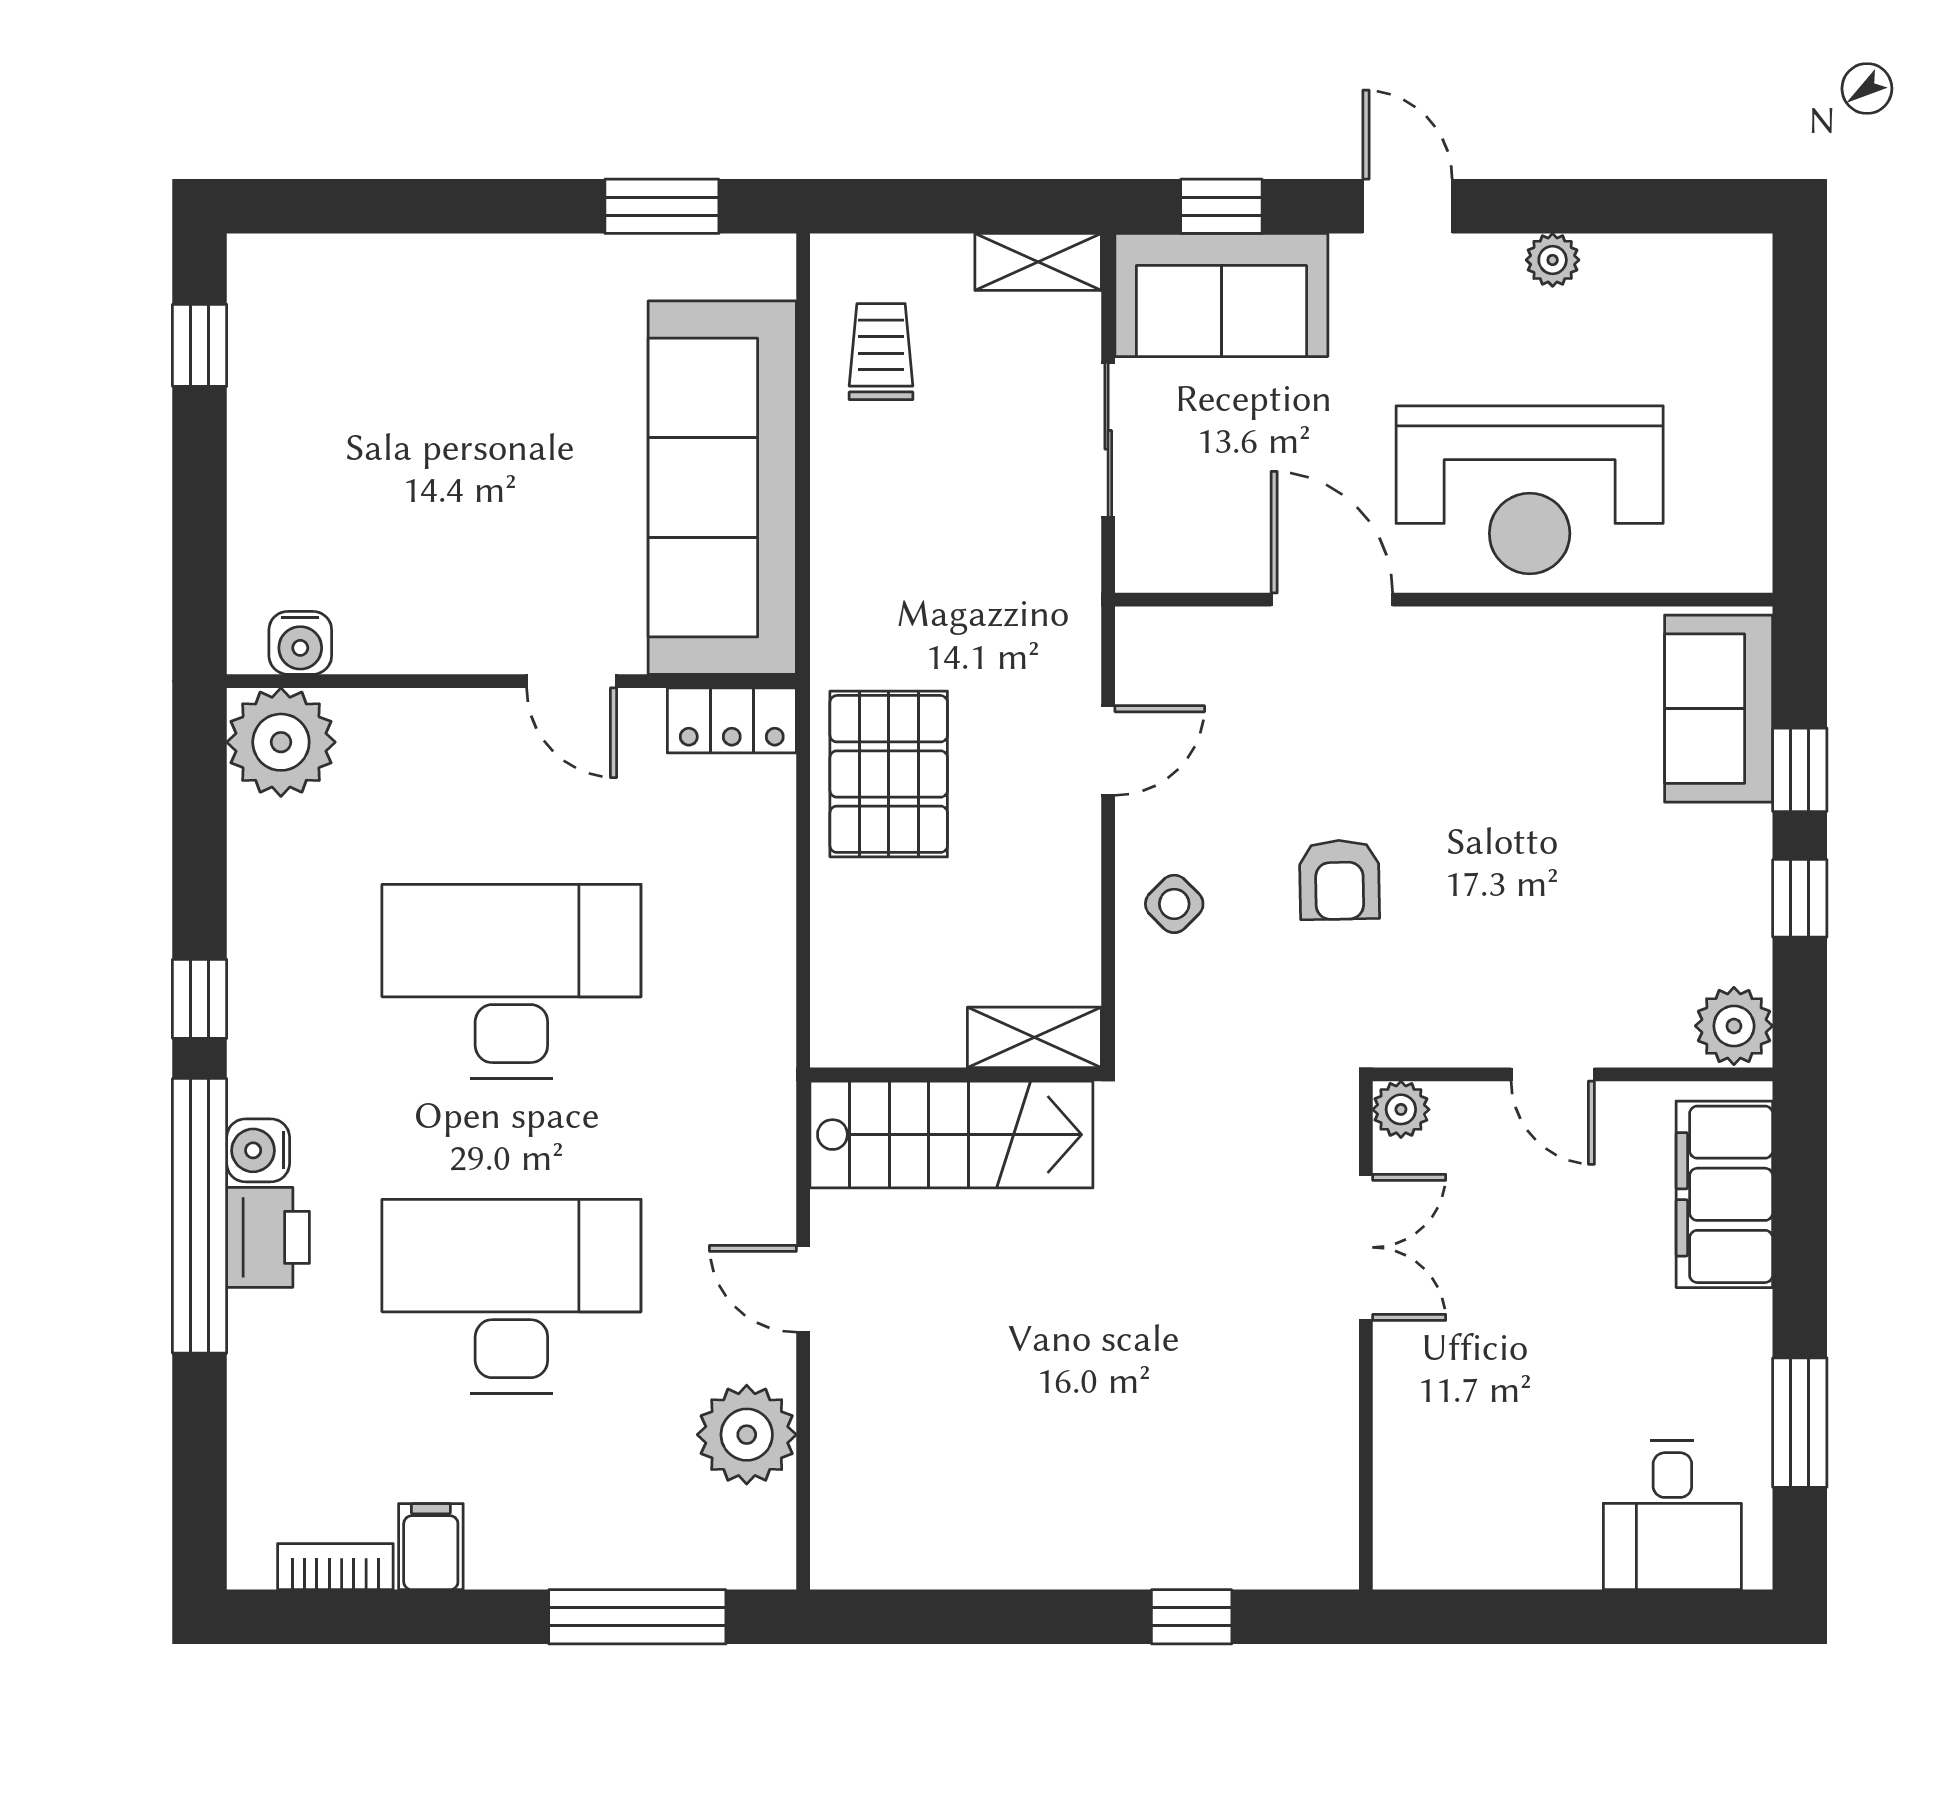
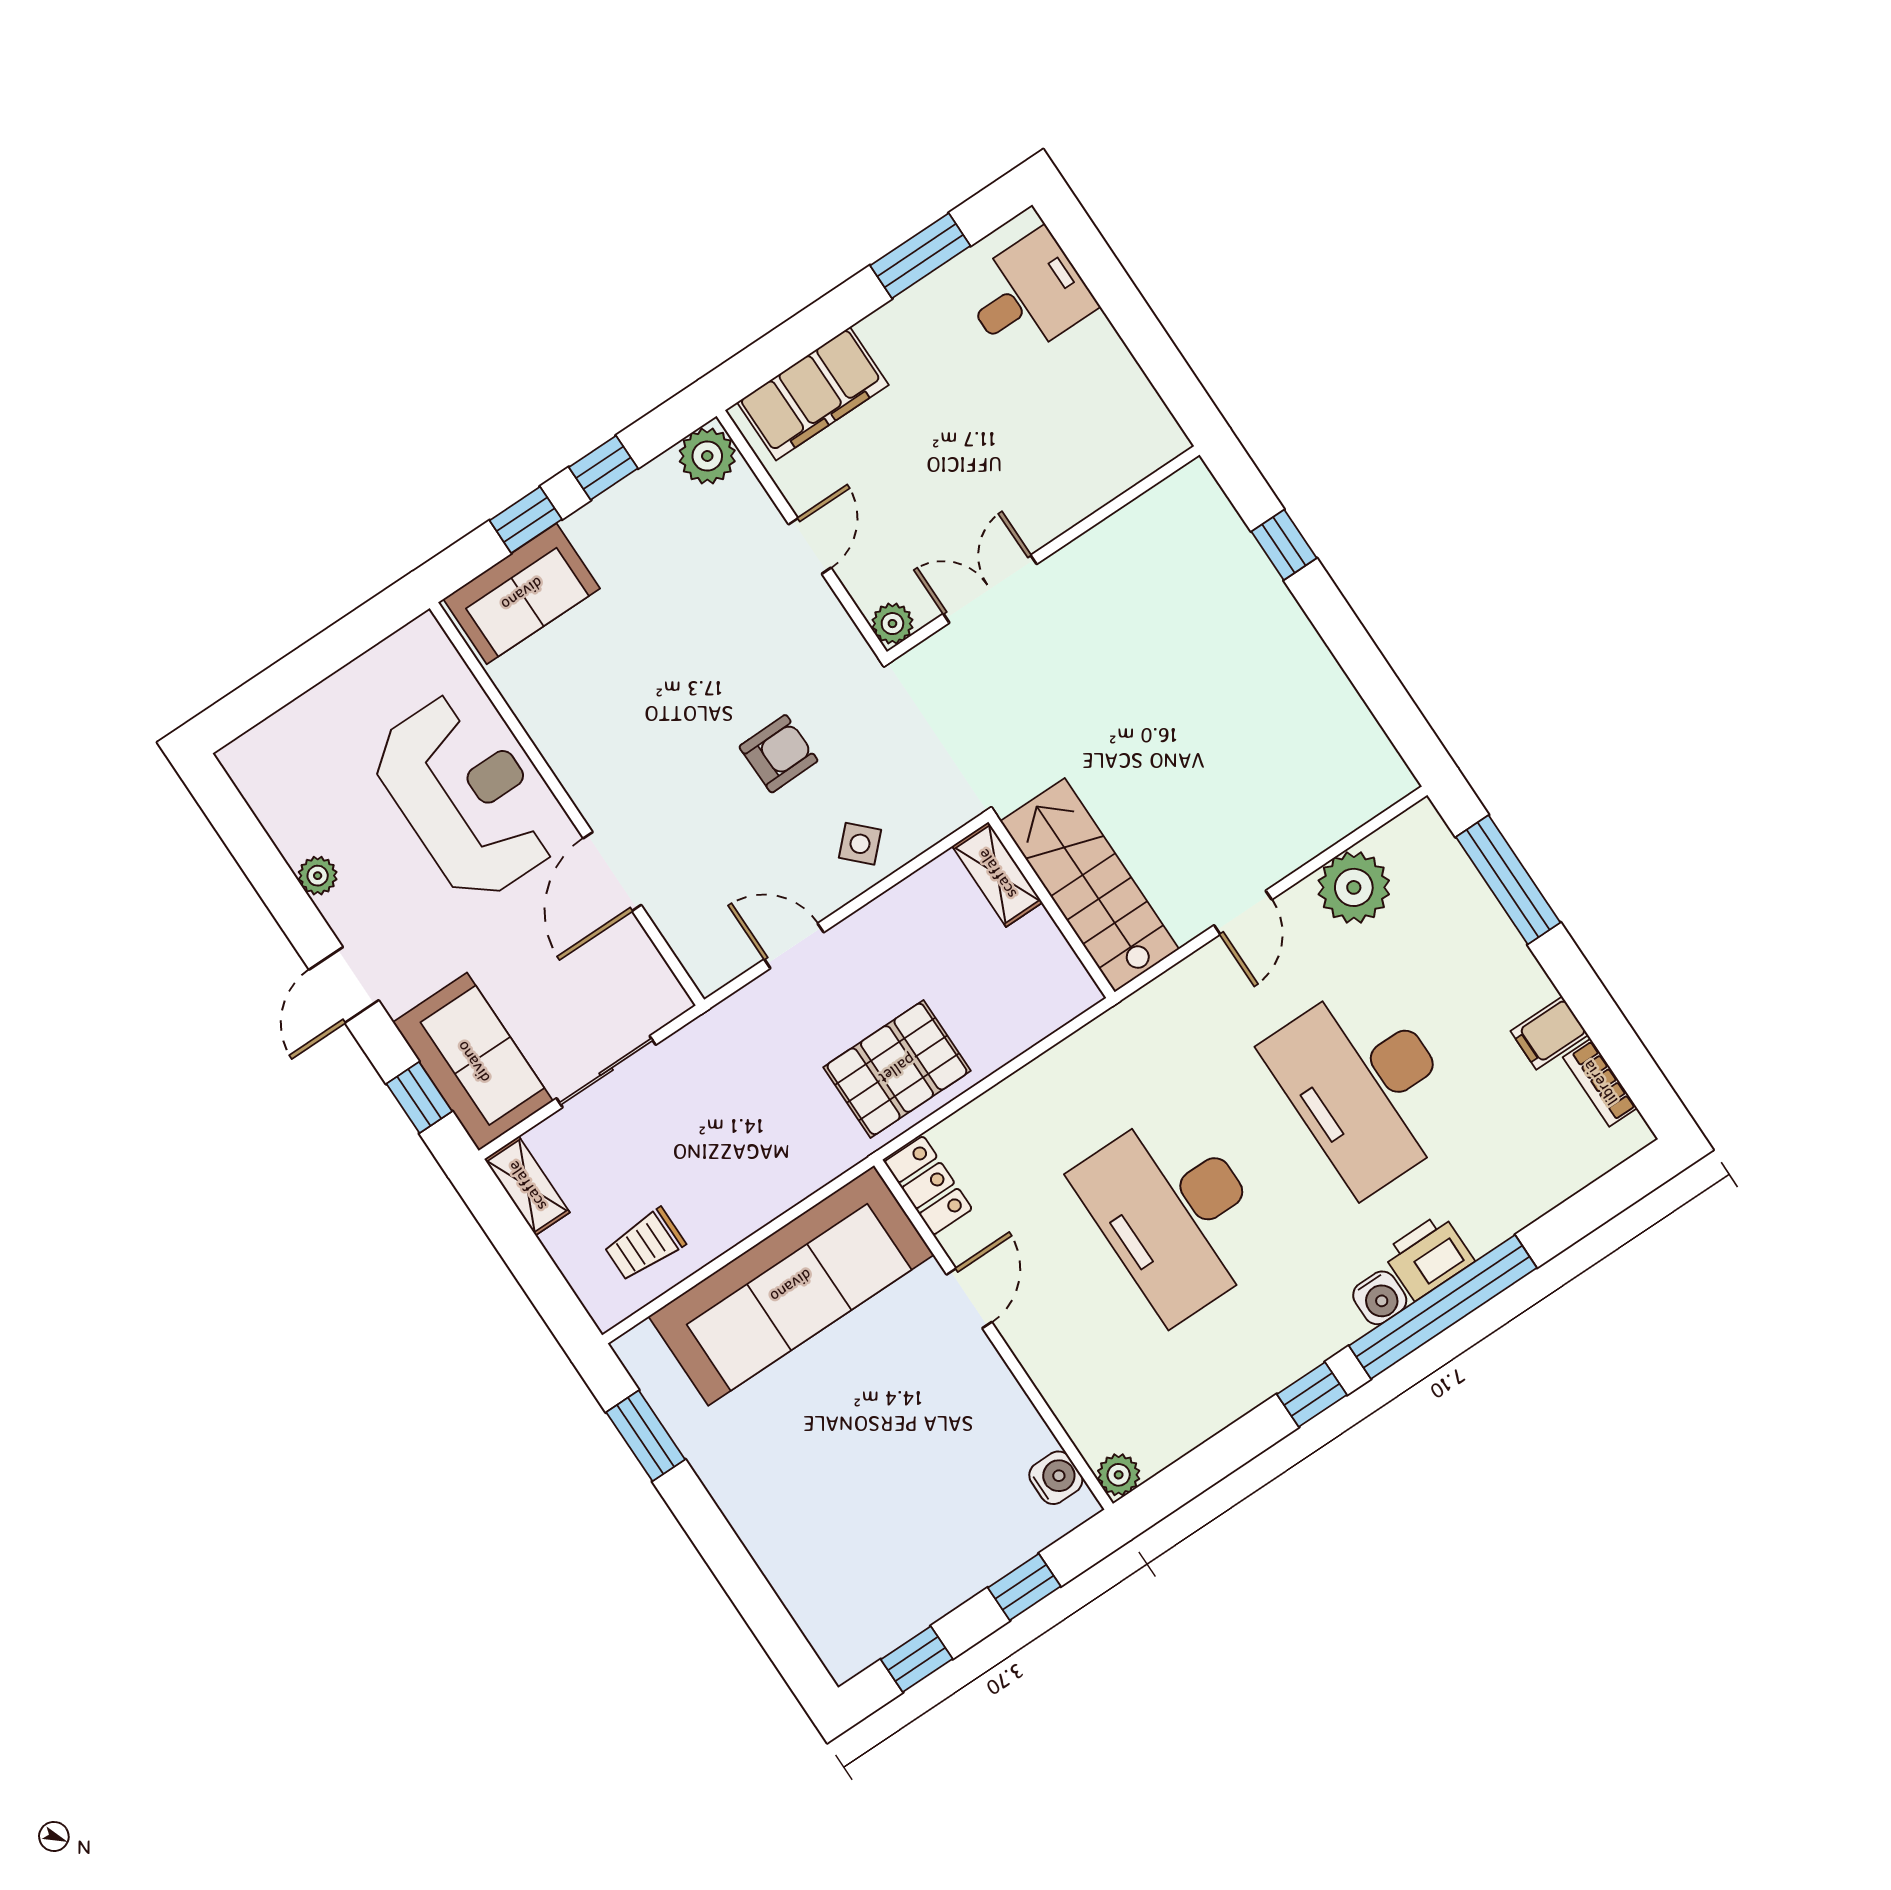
window: (200, 523) -> (1024, 1587), added
plant: (281, 742) -> (1119, 1475), width x0.53, depth x0.53

